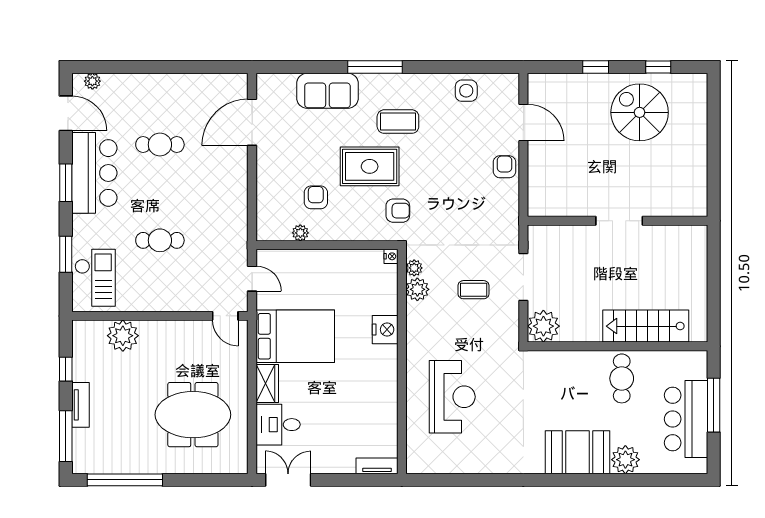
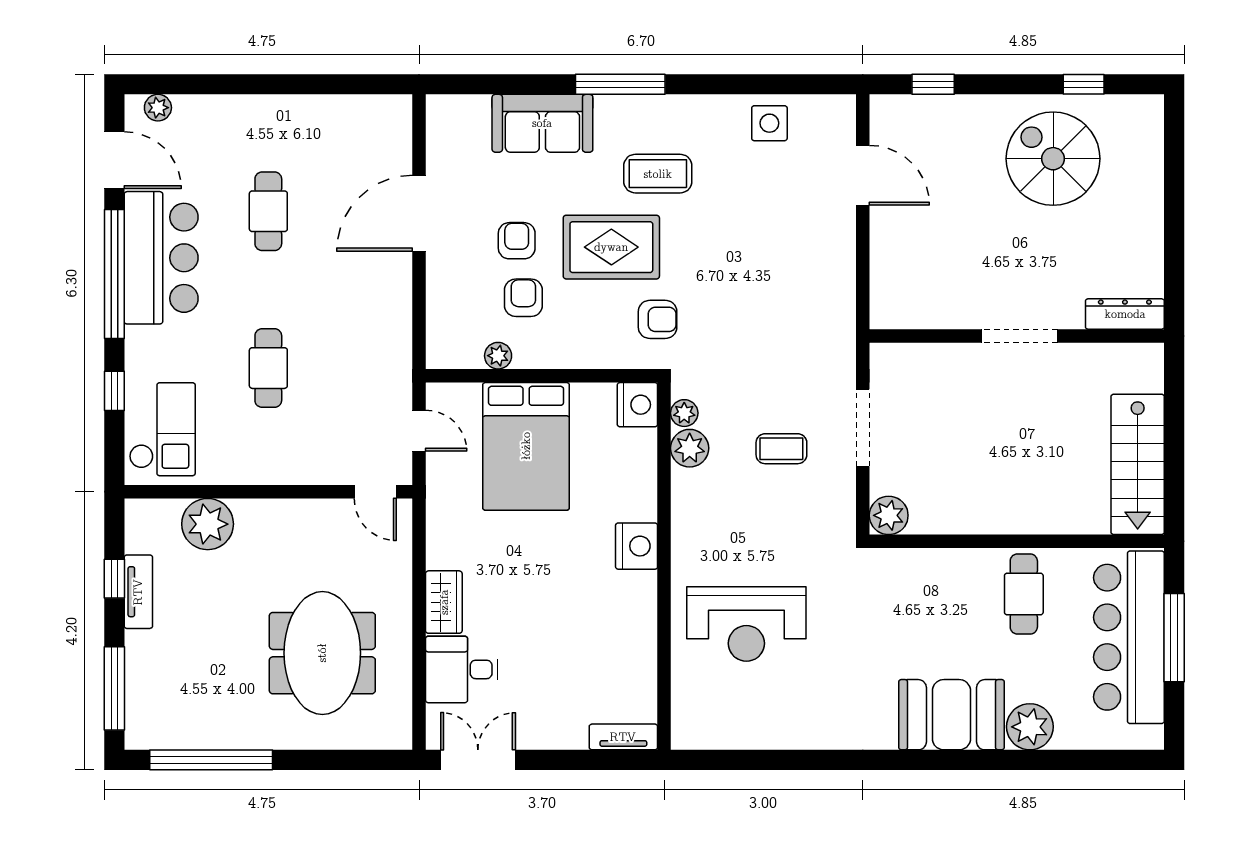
window: (596, 67) -> (933, 84), moved
door: (252, 122) -> (419, 213), moved
cafe table: (160, 145) -> (268, 211), turned 90
armchair: (504, 167) -> (517, 241), moved
window: (66, 183) -> (114, 274), width x2.11
dresser: (684, 207) -> (1125, 314), added
cafe table: (160, 240) -> (268, 368), turned 90
window: (66, 254) -> (114, 391), width x0.67
nightstand: (391, 256) -> (637, 405), width x1.89, depth x1.79
plant: (543, 326) -> (889, 515), width x0.73, depth x0.73
stairs: (646, 326) -> (1138, 464), moved, turned -90
nightstand: (385, 330) -> (637, 546), moved
bed: (295, 336) -> (526, 446), moved, turned 90
reception desk: (452, 397) -> (746, 624), turned 90
tv unit: (80, 405) -> (138, 592), moved
meeting table: (193, 415) -> (322, 653), turned 90
bar counter: (686, 419) -> (1129, 637), width x1.36

